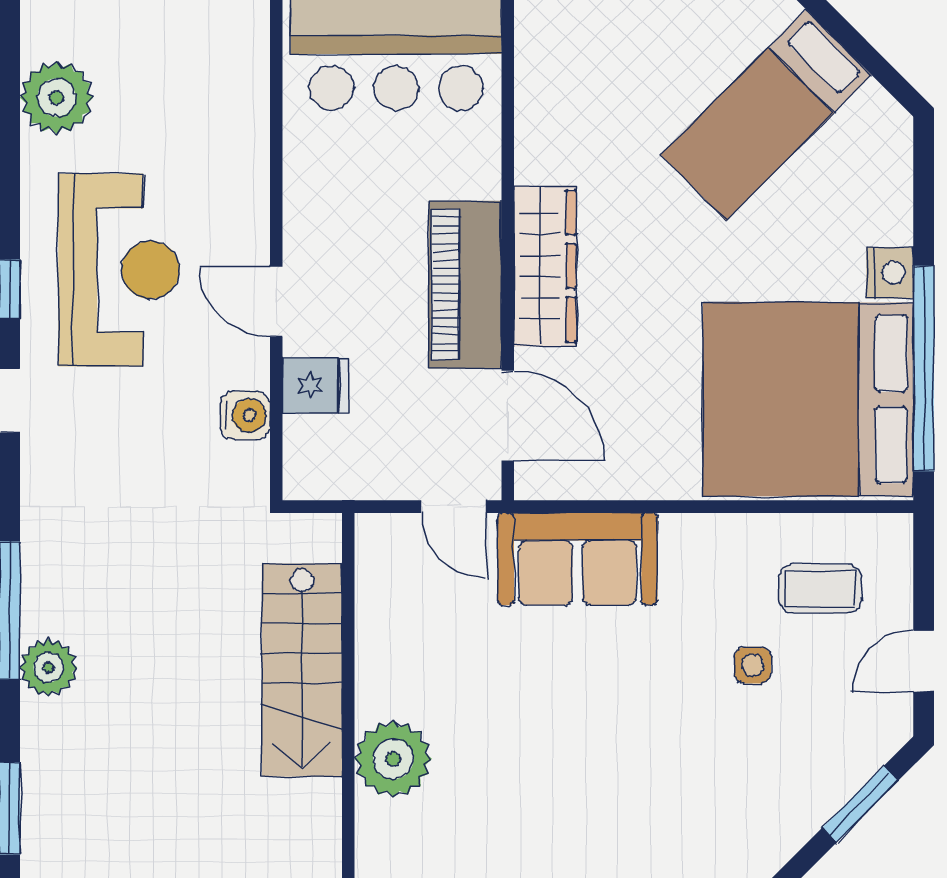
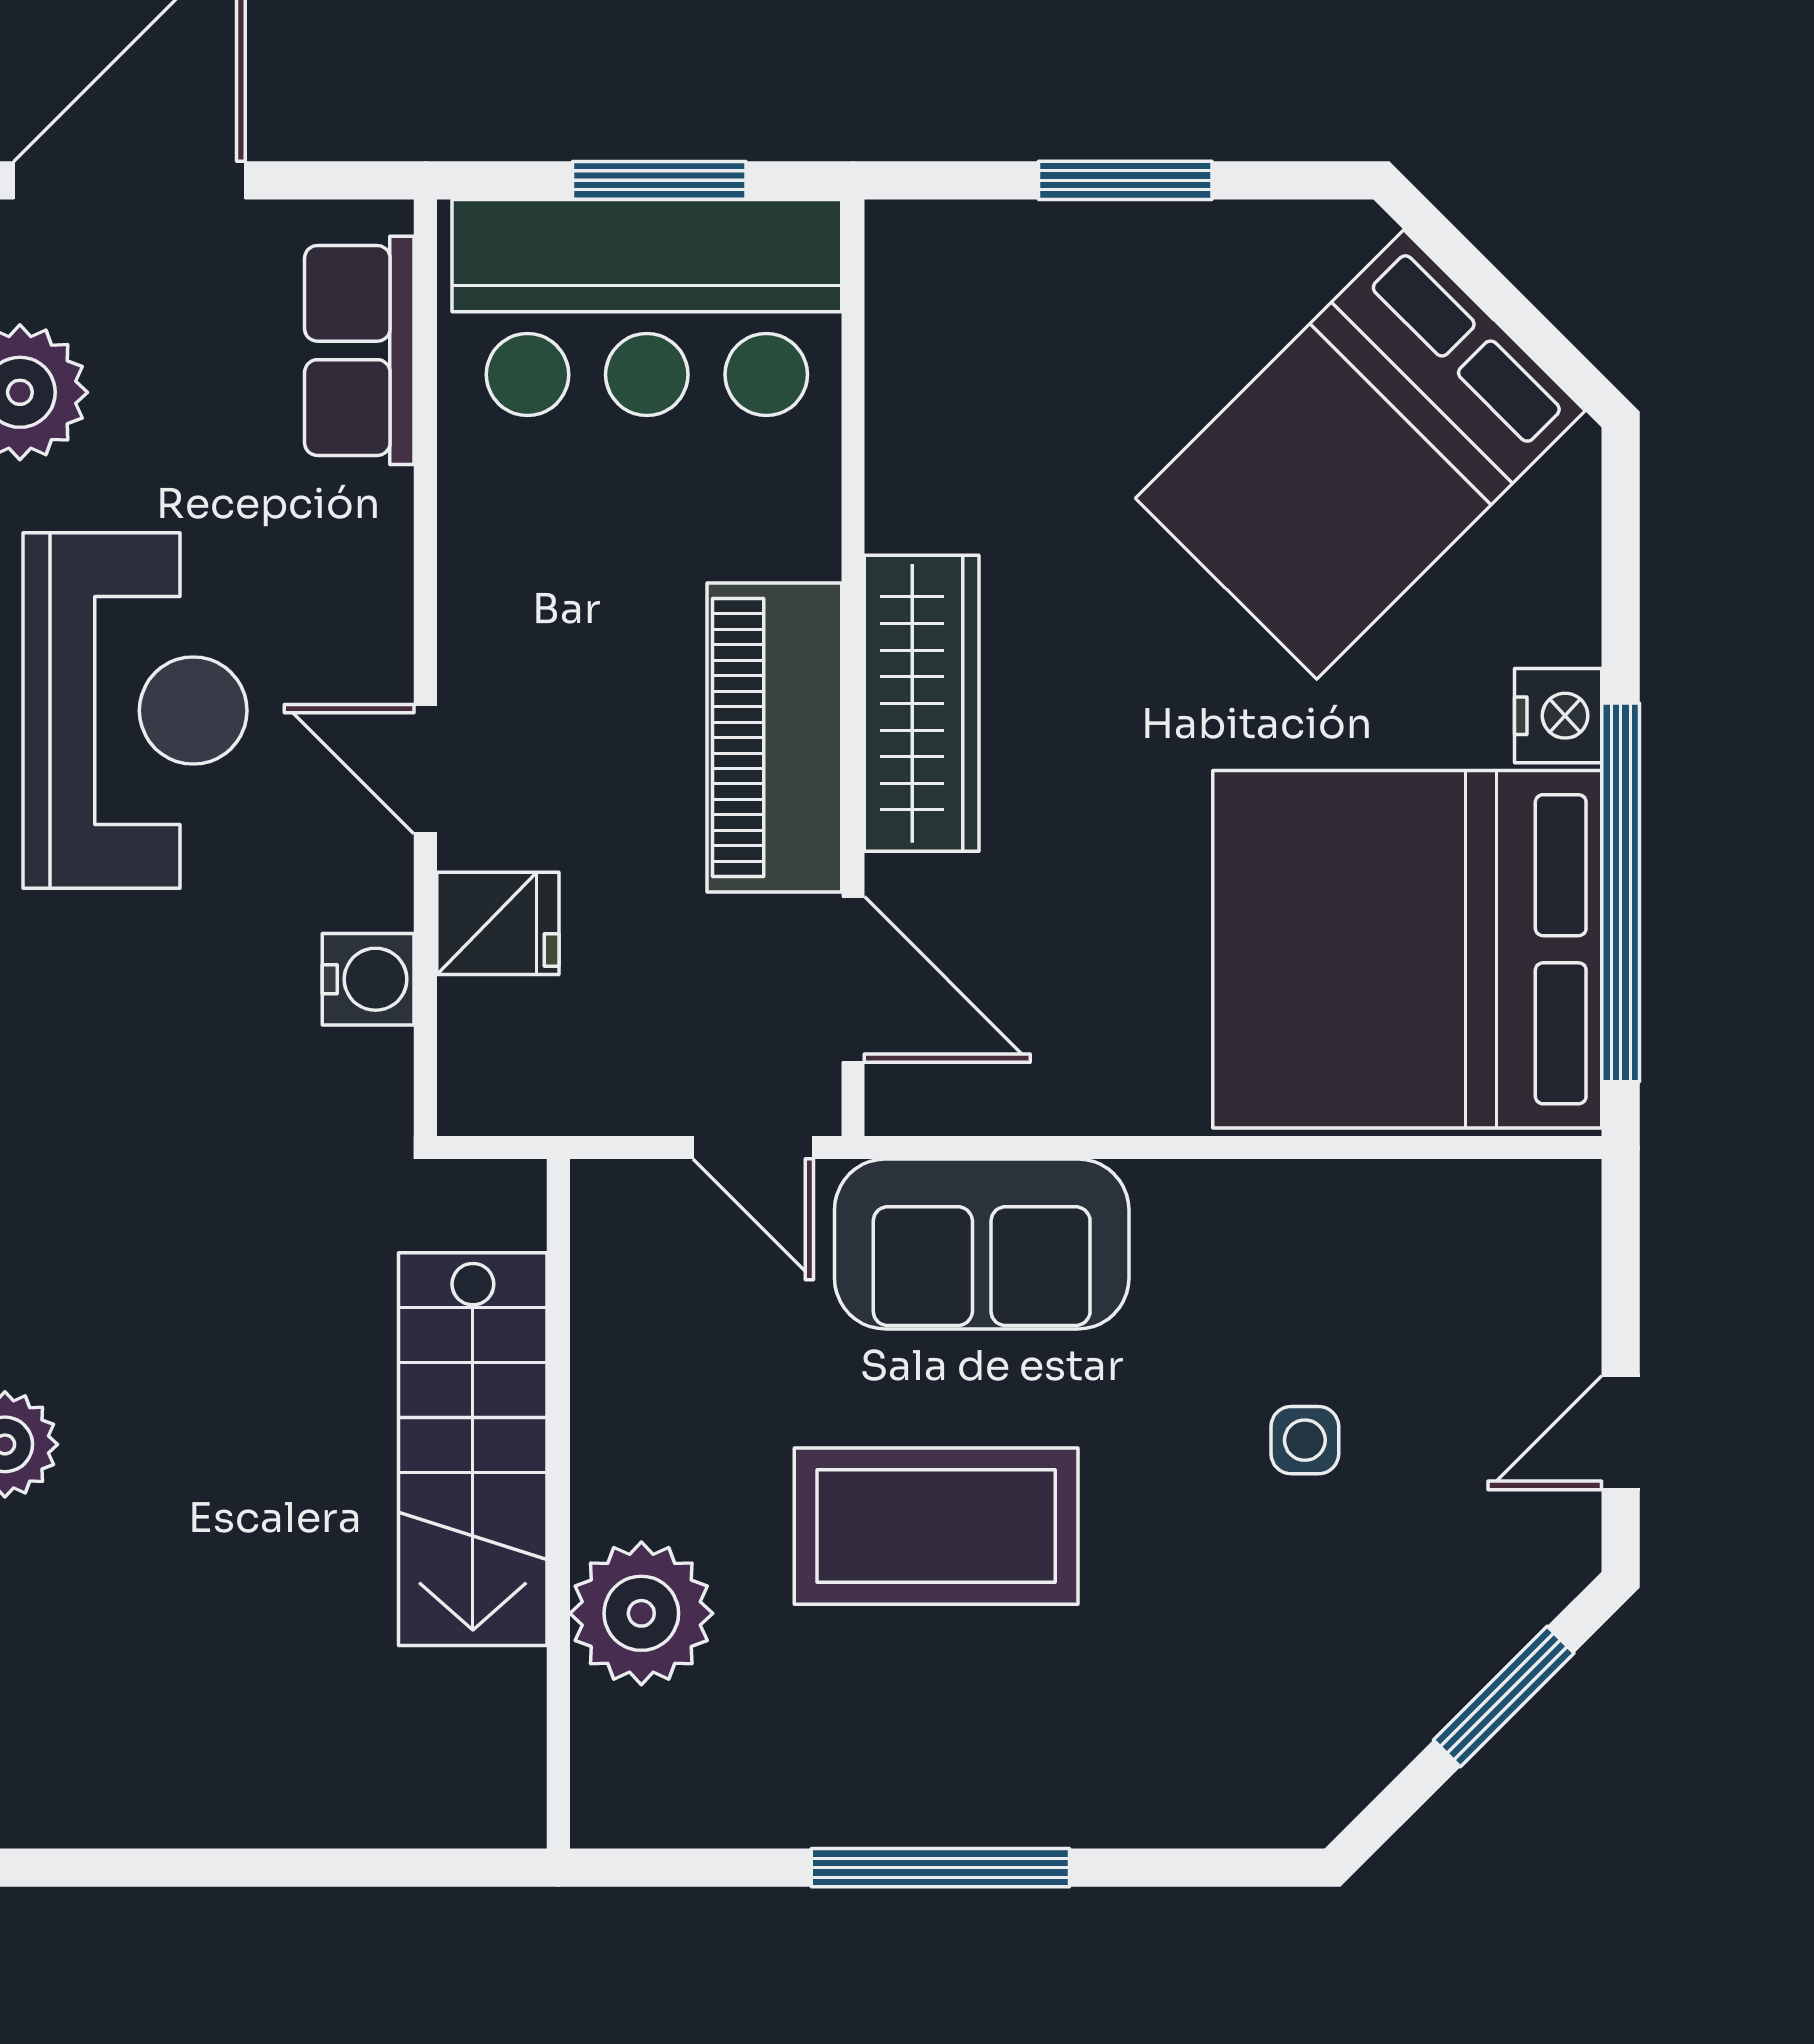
row of seats: (240, 75) -> (359, 350), added
bed: (766, 115) -> (1360, 455), width x1.50
coffee table: (820, 589) -> (936, 1526), moved, width x1.86, depth x1.72

